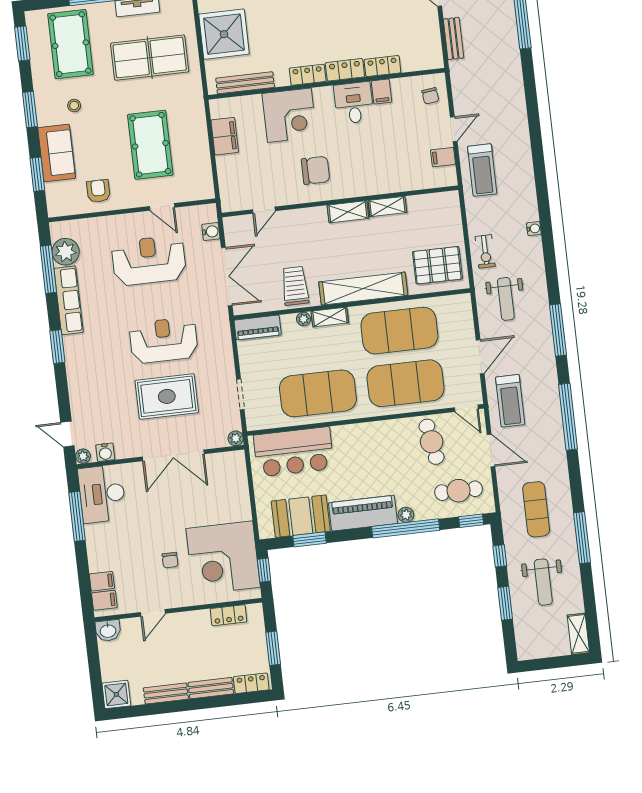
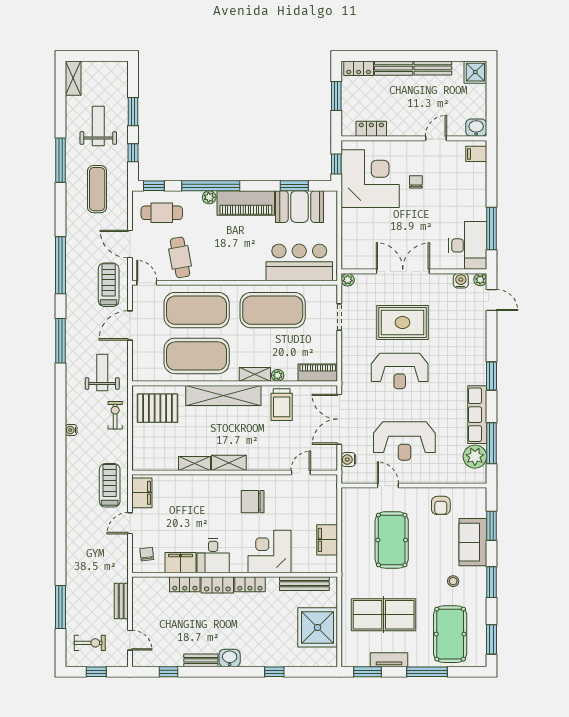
filing cabinet: (382, 92) -> (181, 563), width x2.00
filing cabinet: (443, 157) -> (142, 493), width x2.00
filing cabinet: (102, 581) -> (476, 171), removed

